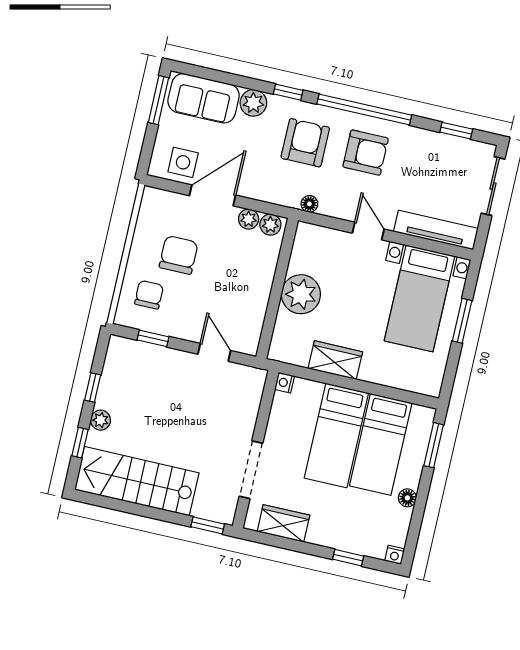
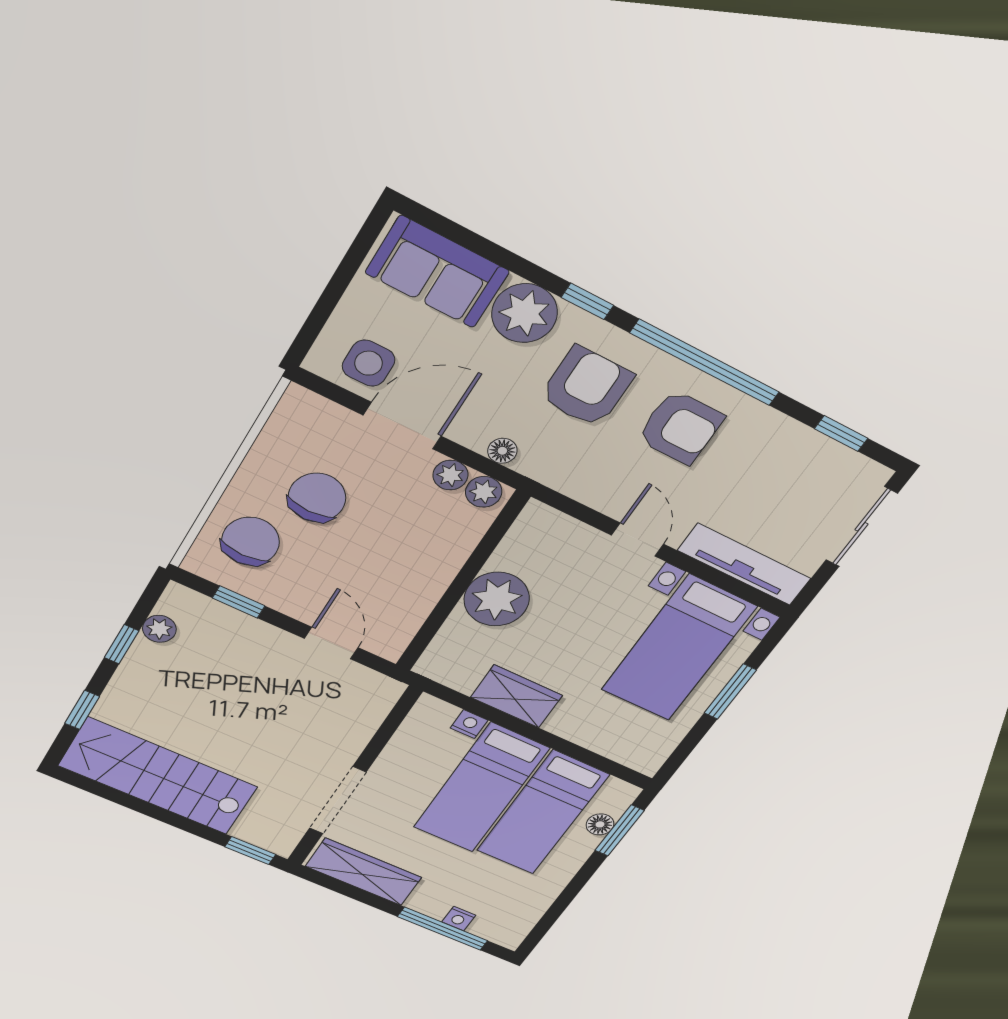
window: (158, 100) -> (357, 254), removed
plant: (253, 103) -> (525, 313), width x1.36, depth x1.36
floor lamp: (309, 204) -> (502, 451), moved
chair: (149, 295) -> (250, 541), width x1.37, depth x1.37
nightstand: (285, 383) -> (469, 724), moved, turned 90
plant: (101, 420) -> (159, 629), moved
floor lamp: (407, 498) -> (600, 824), moved
wardrobe: (283, 523) -> (364, 872), width x1.50
nightstand: (395, 555) -> (459, 918), moved
window: (348, 558) -> (443, 929), width x2.17

